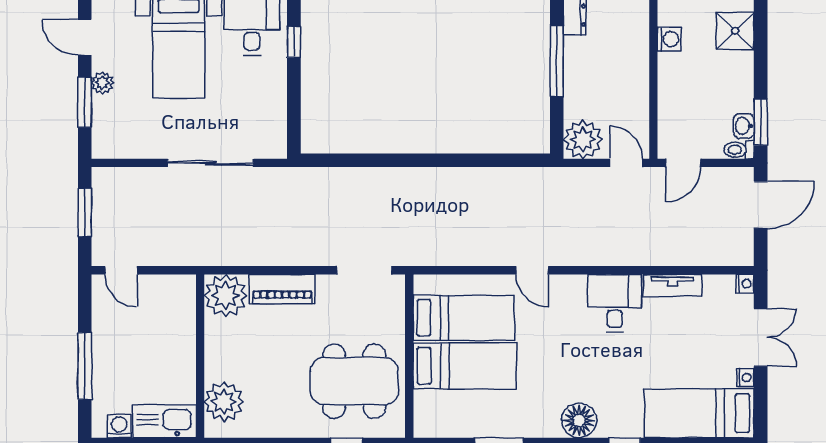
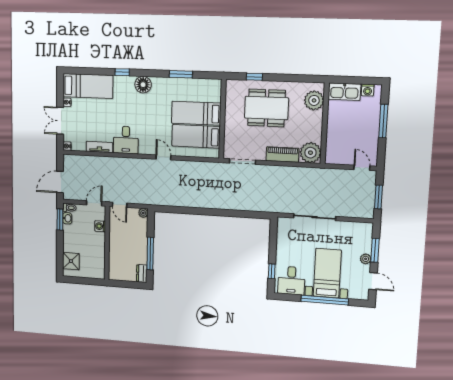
washing machine: (669, 39) -> (100, 226), moved
plant: (583, 140) -> (143, 213), width x0.53, depth x0.53
dining table: (354, 381) -> (266, 108), moved

